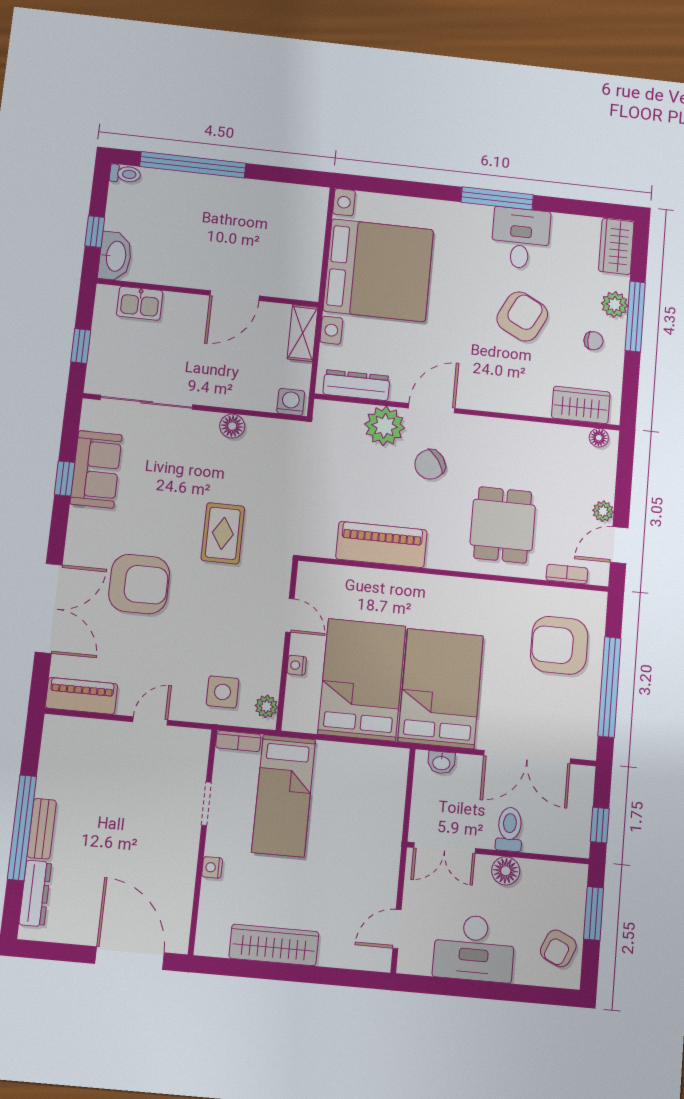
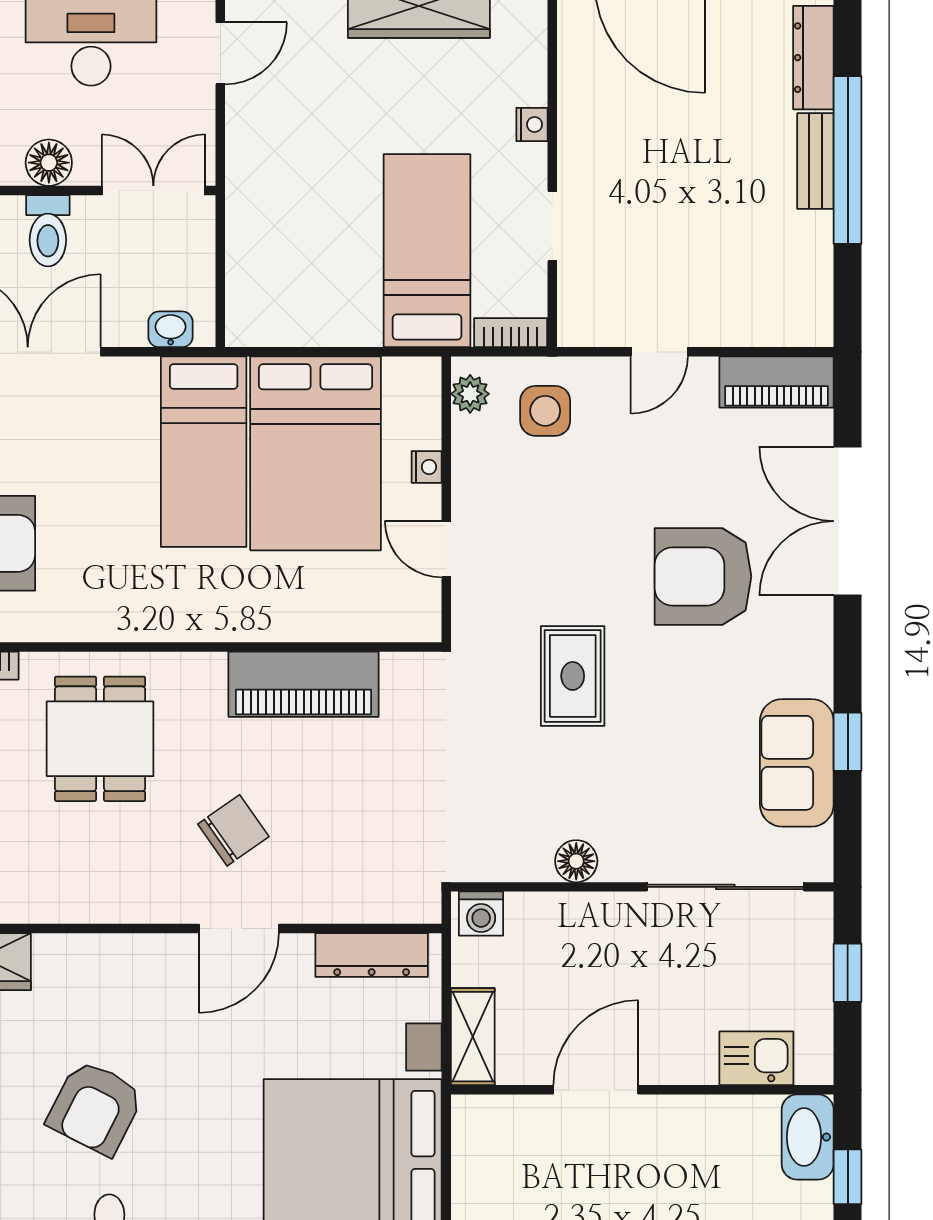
plant: (385, 426) -> (317, 889), removed
bed: (441, 688) -> (204, 452), width x0.67

